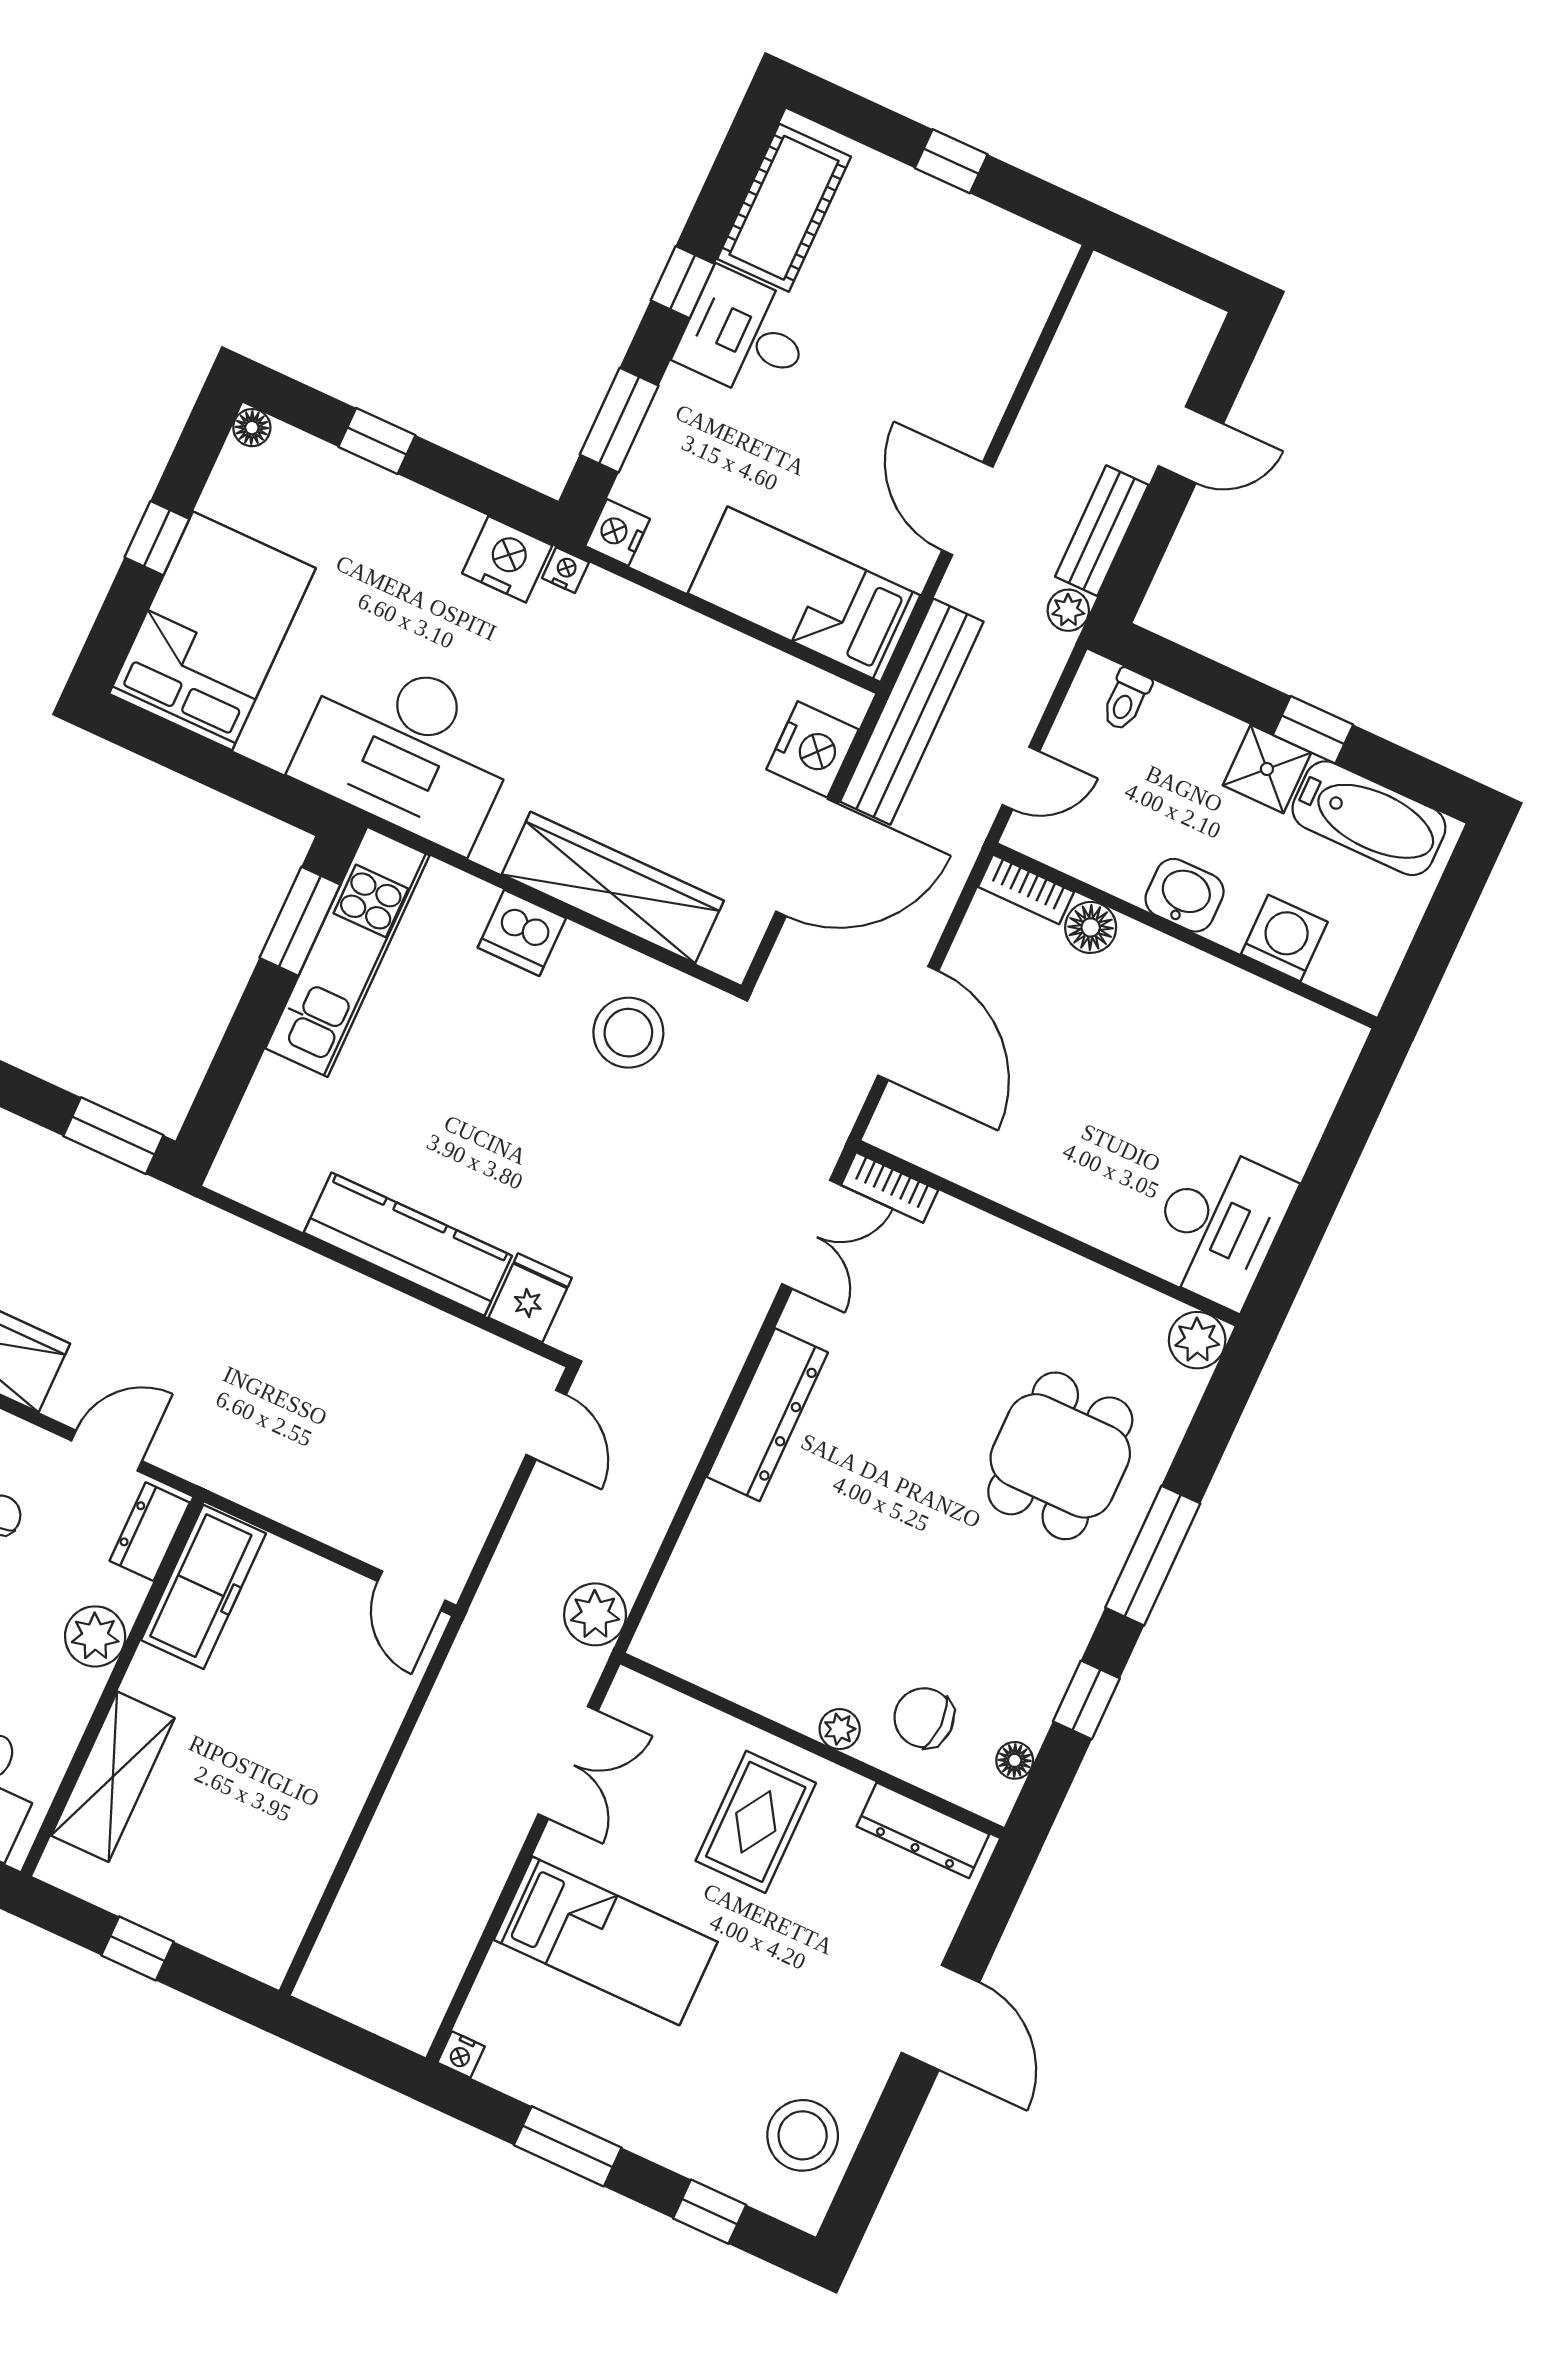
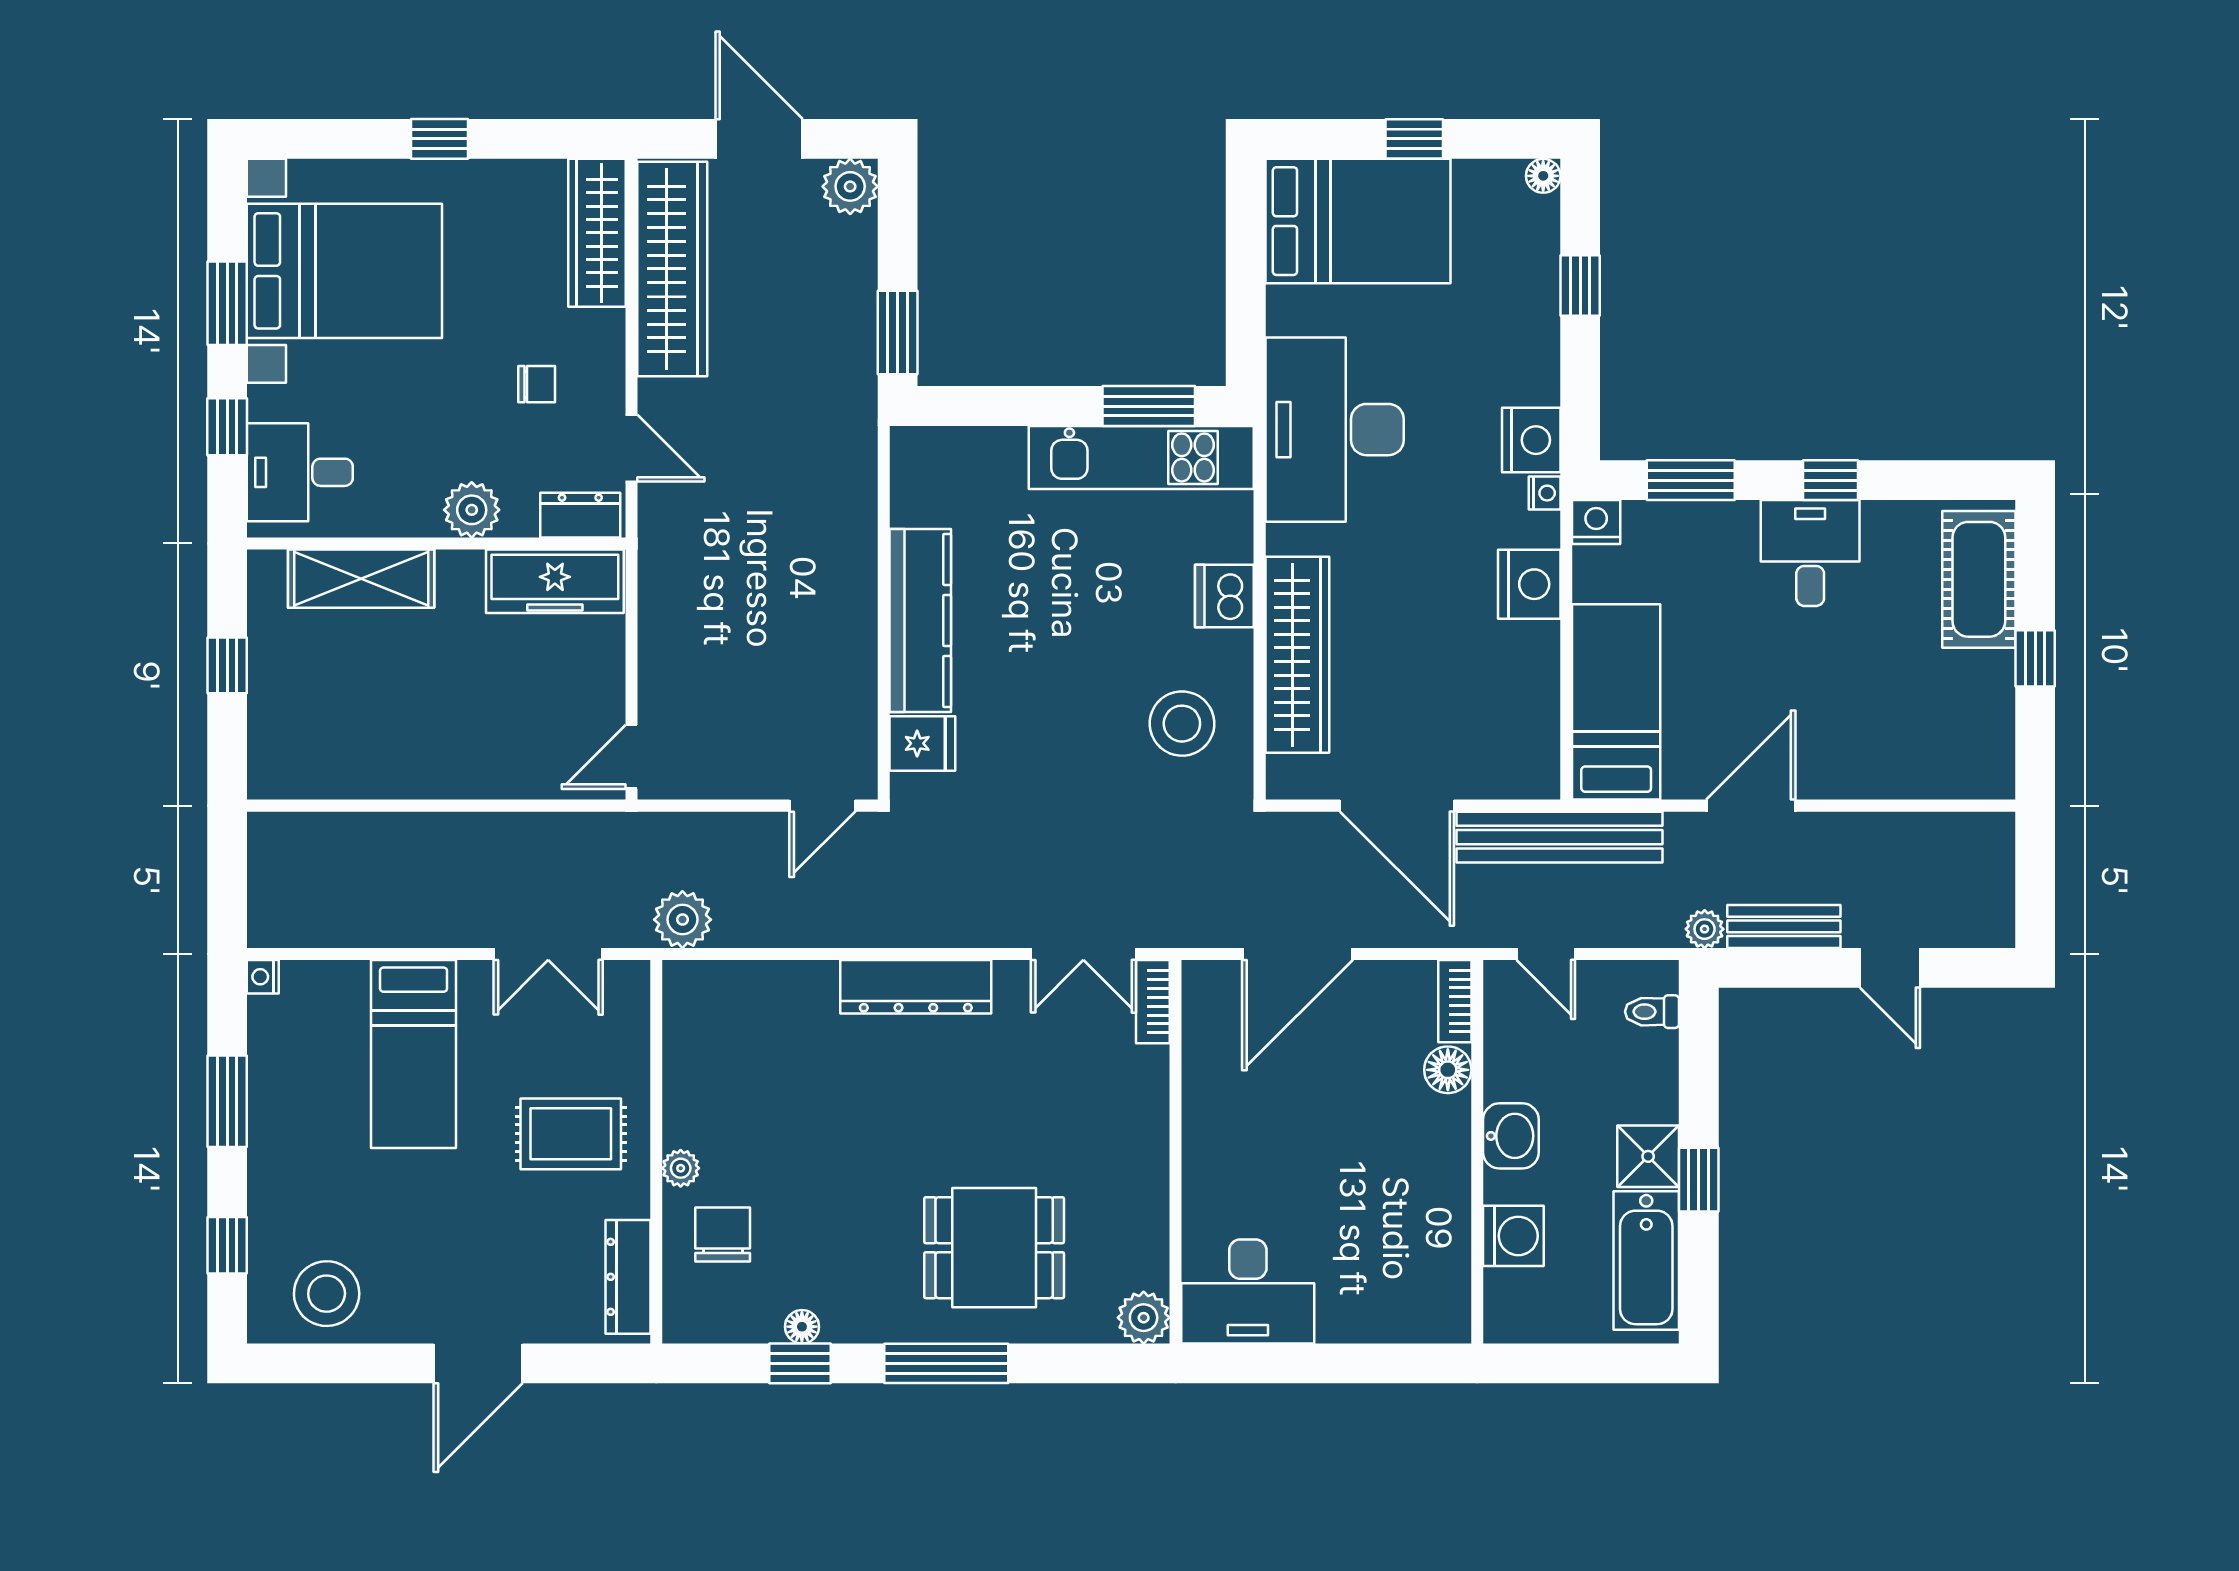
cot: (784, 208) -> (1979, 579), moved, turned 90
nightstand: (812, 749) -> (1529, 584), moved, turned -90
floor lamp: (1015, 1760) -> (802, 1327), moved

